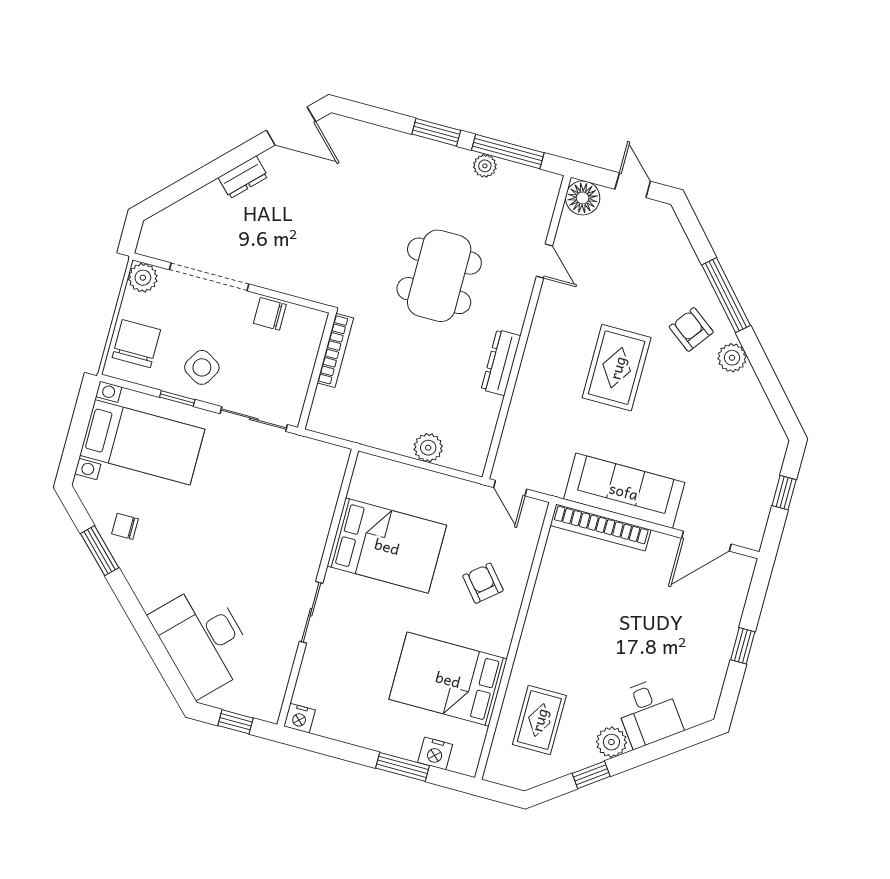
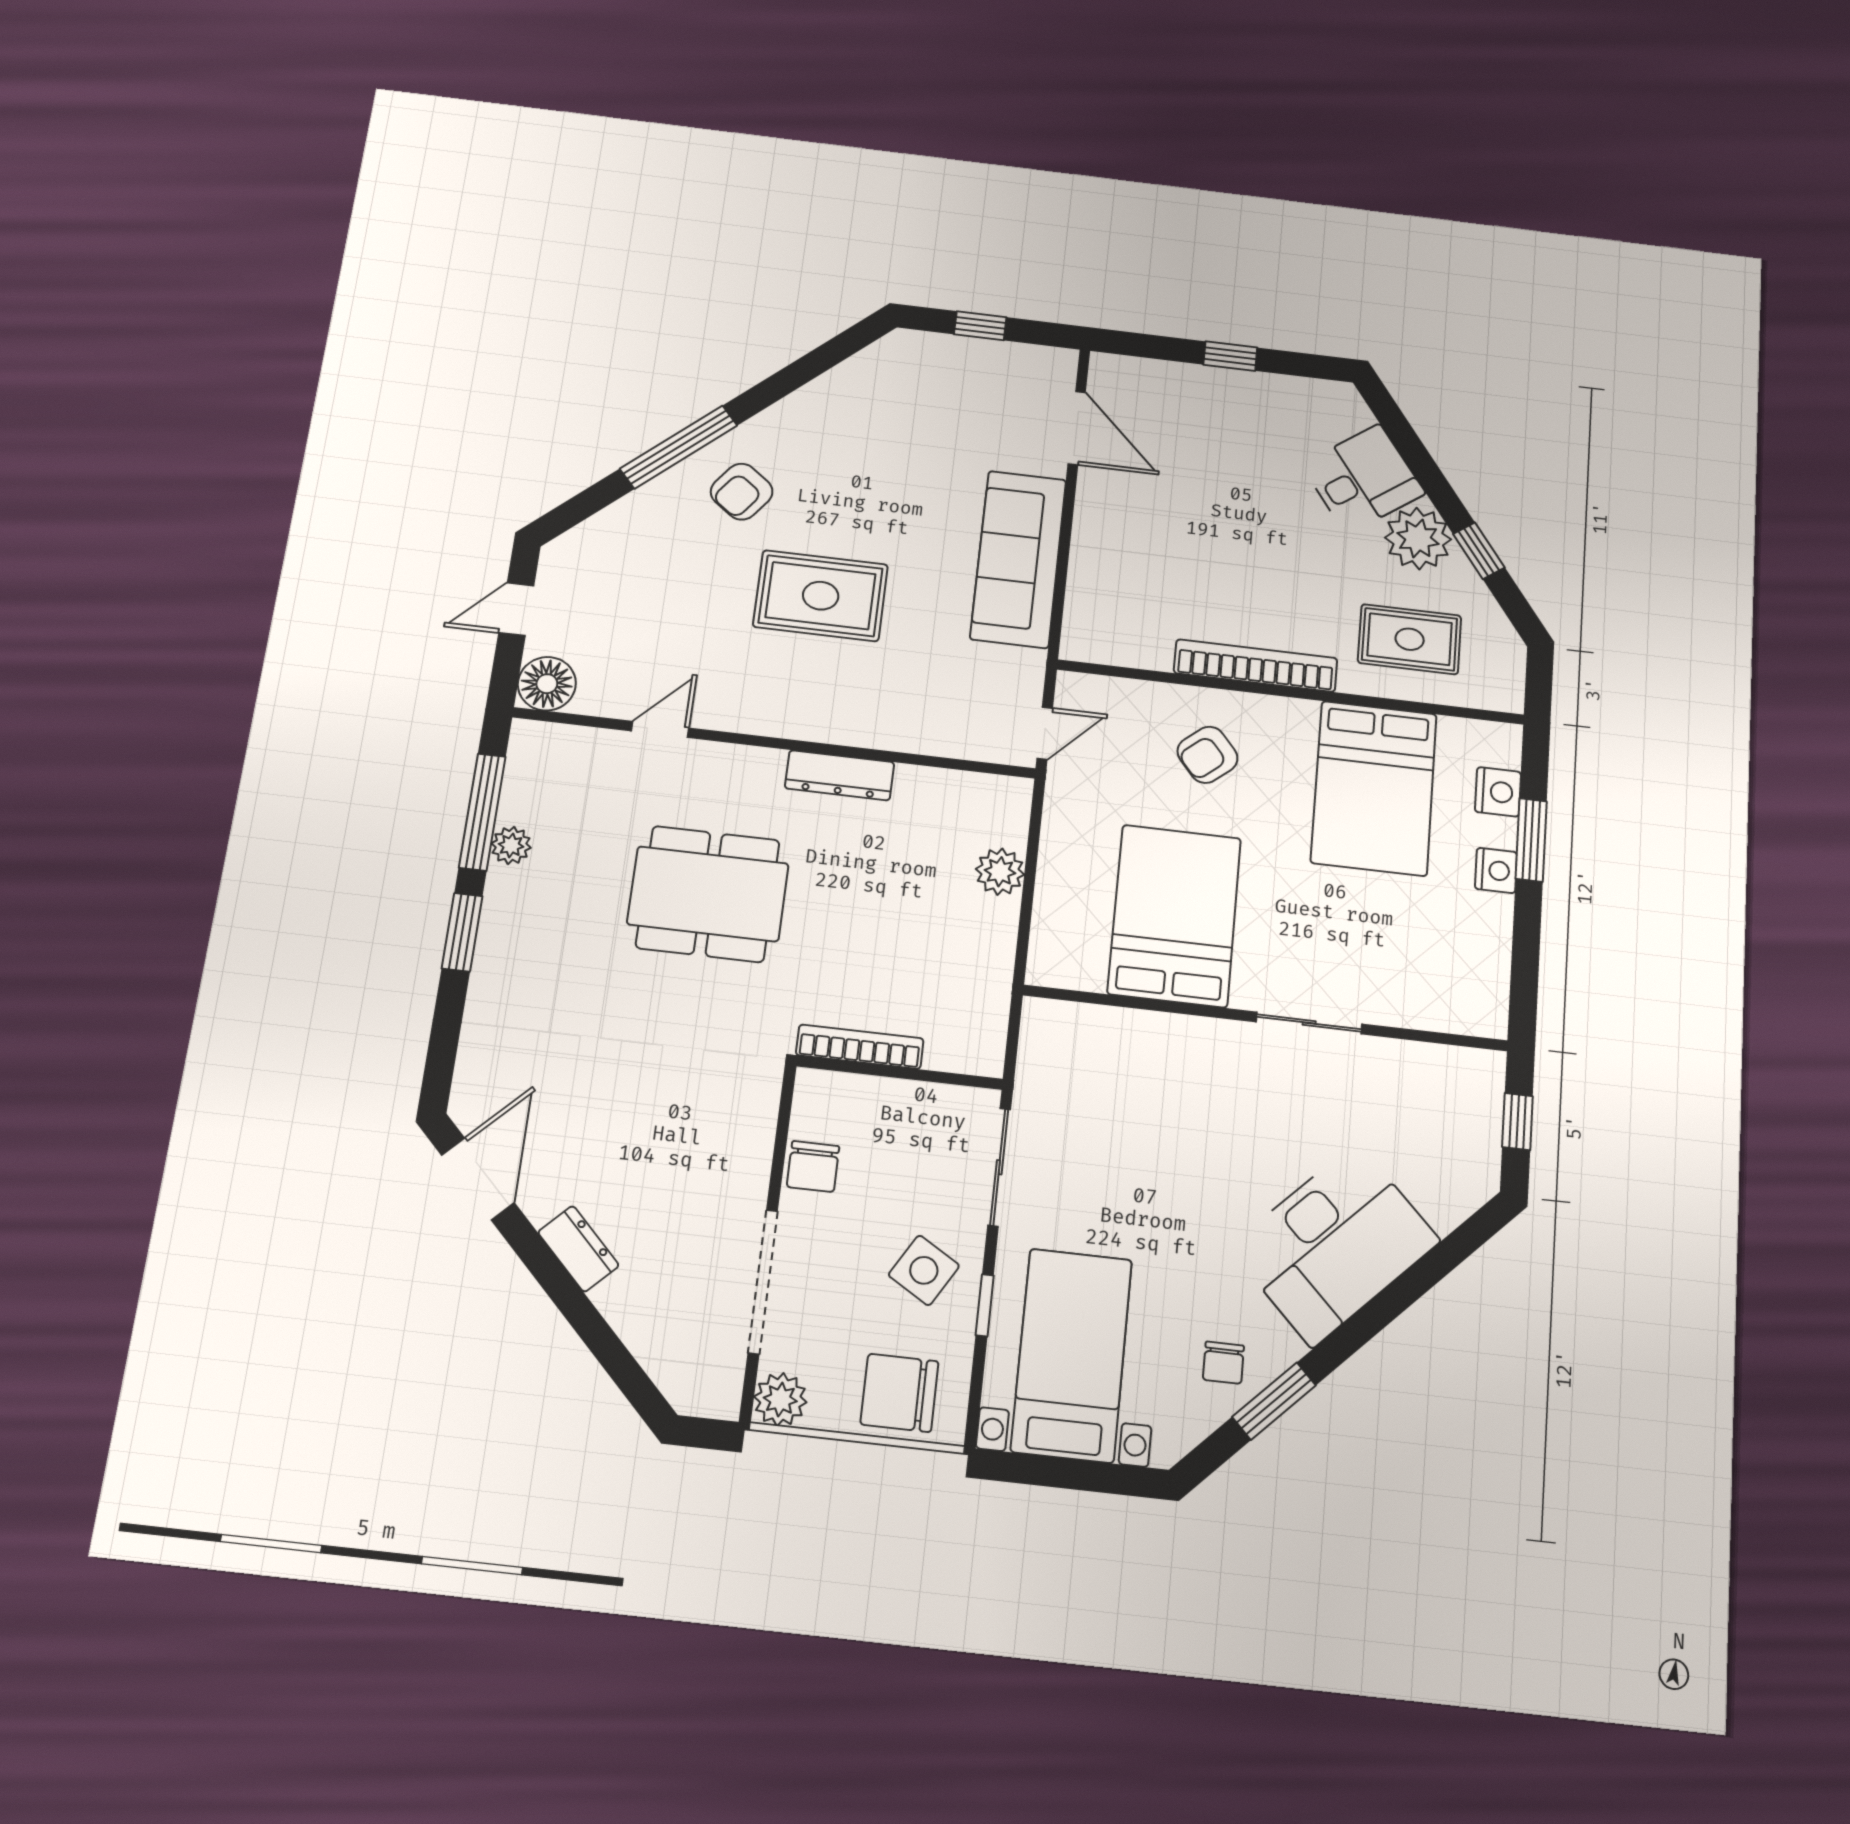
plant: (732, 358) -> (778, 426), removed
bookcase: (601, 528) -> (1256, 666), moved, turned -90
desk: (203, 640) -> (1335, 1244), moved
nightstand: (300, 718) -> (1496, 870), moved
plant: (611, 742) -> (1418, 539), width x1.36, depth x1.36

